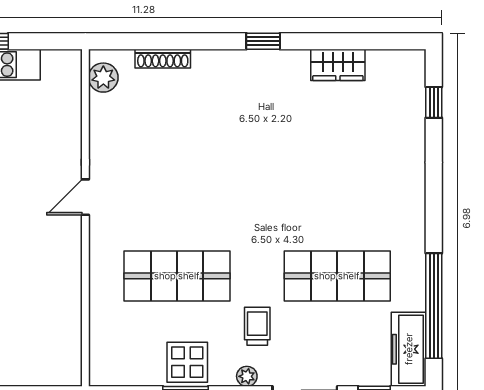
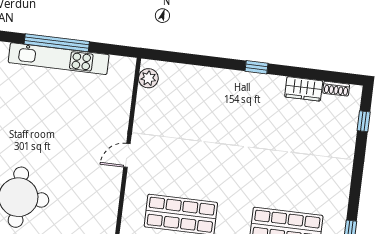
shoe rack: (163, 59) -> (336, 89), moved, width x0.70

